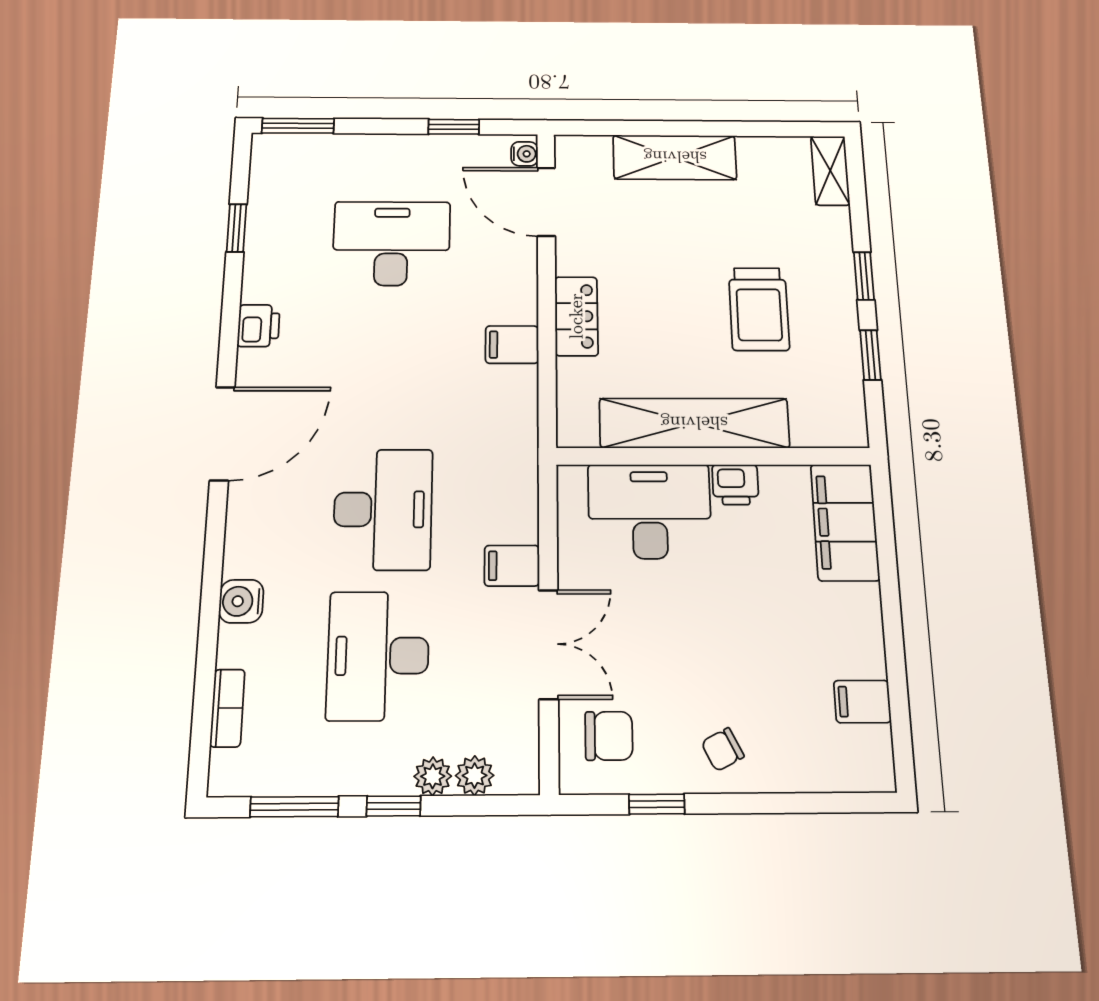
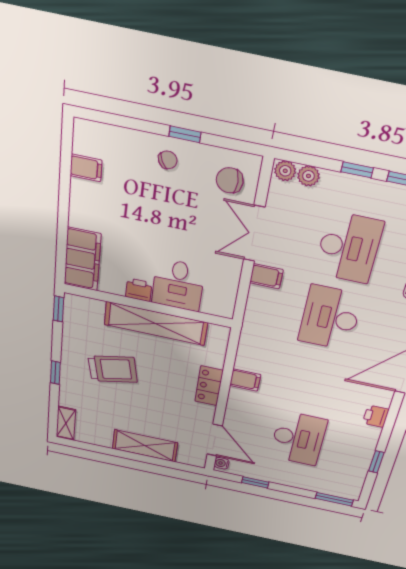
desk: (391, 243) -> (298, 438), turned -90
trolley: (759, 309) -> (113, 369), turned 78
window: (870, 355) -> (59, 309), moved
desk: (650, 511) -> (178, 285), width x0.73
plant: (433, 776) -> (285, 171), moved
window: (657, 804) -> (185, 134), moved

